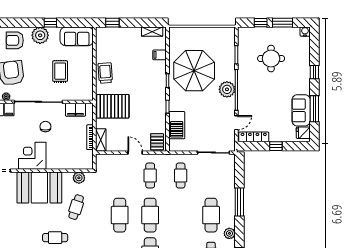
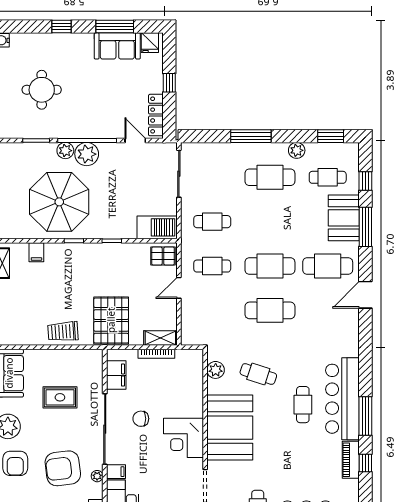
plant: (229, 75) -> (65, 151), added
barbecue: (177, 125) -> (157, 227), moved

